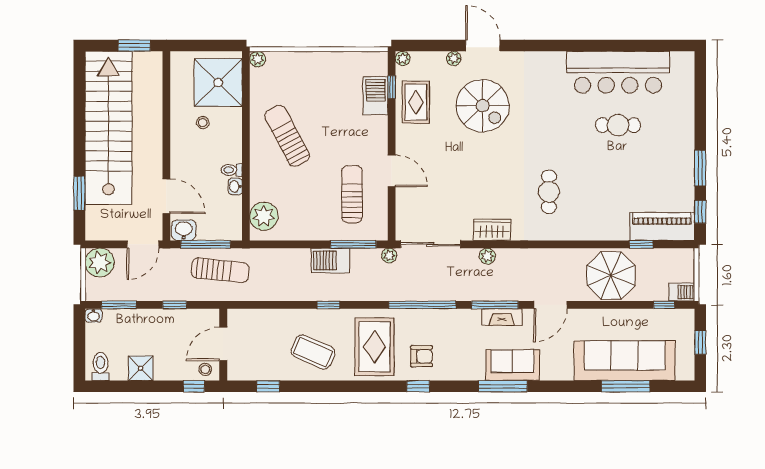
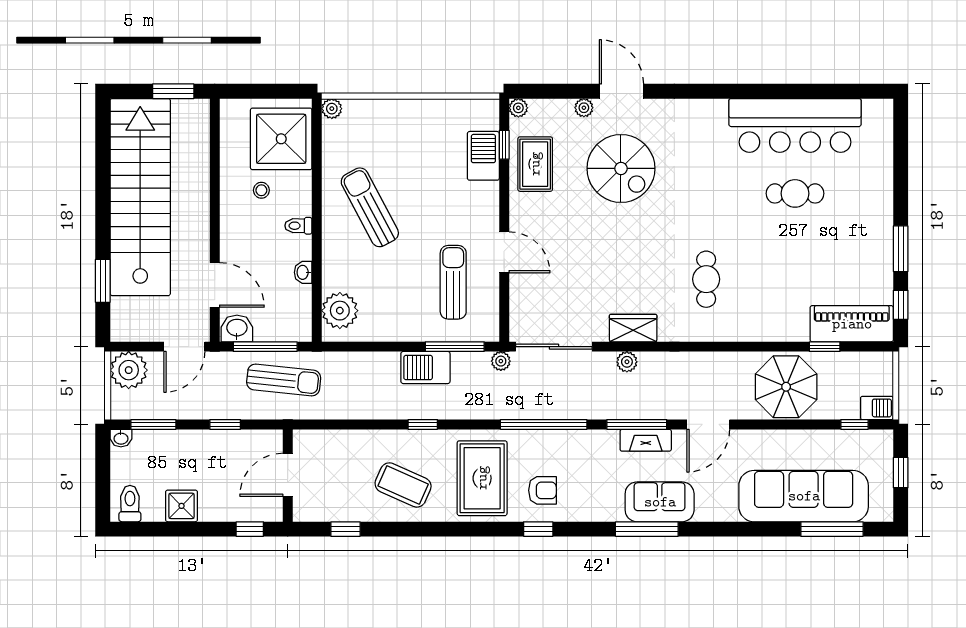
toilet: (232, 170) -> (298, 226), moved
stool: (205, 369) -> (264, 507), removed
window: (626, 386) -> (832, 529), moved

